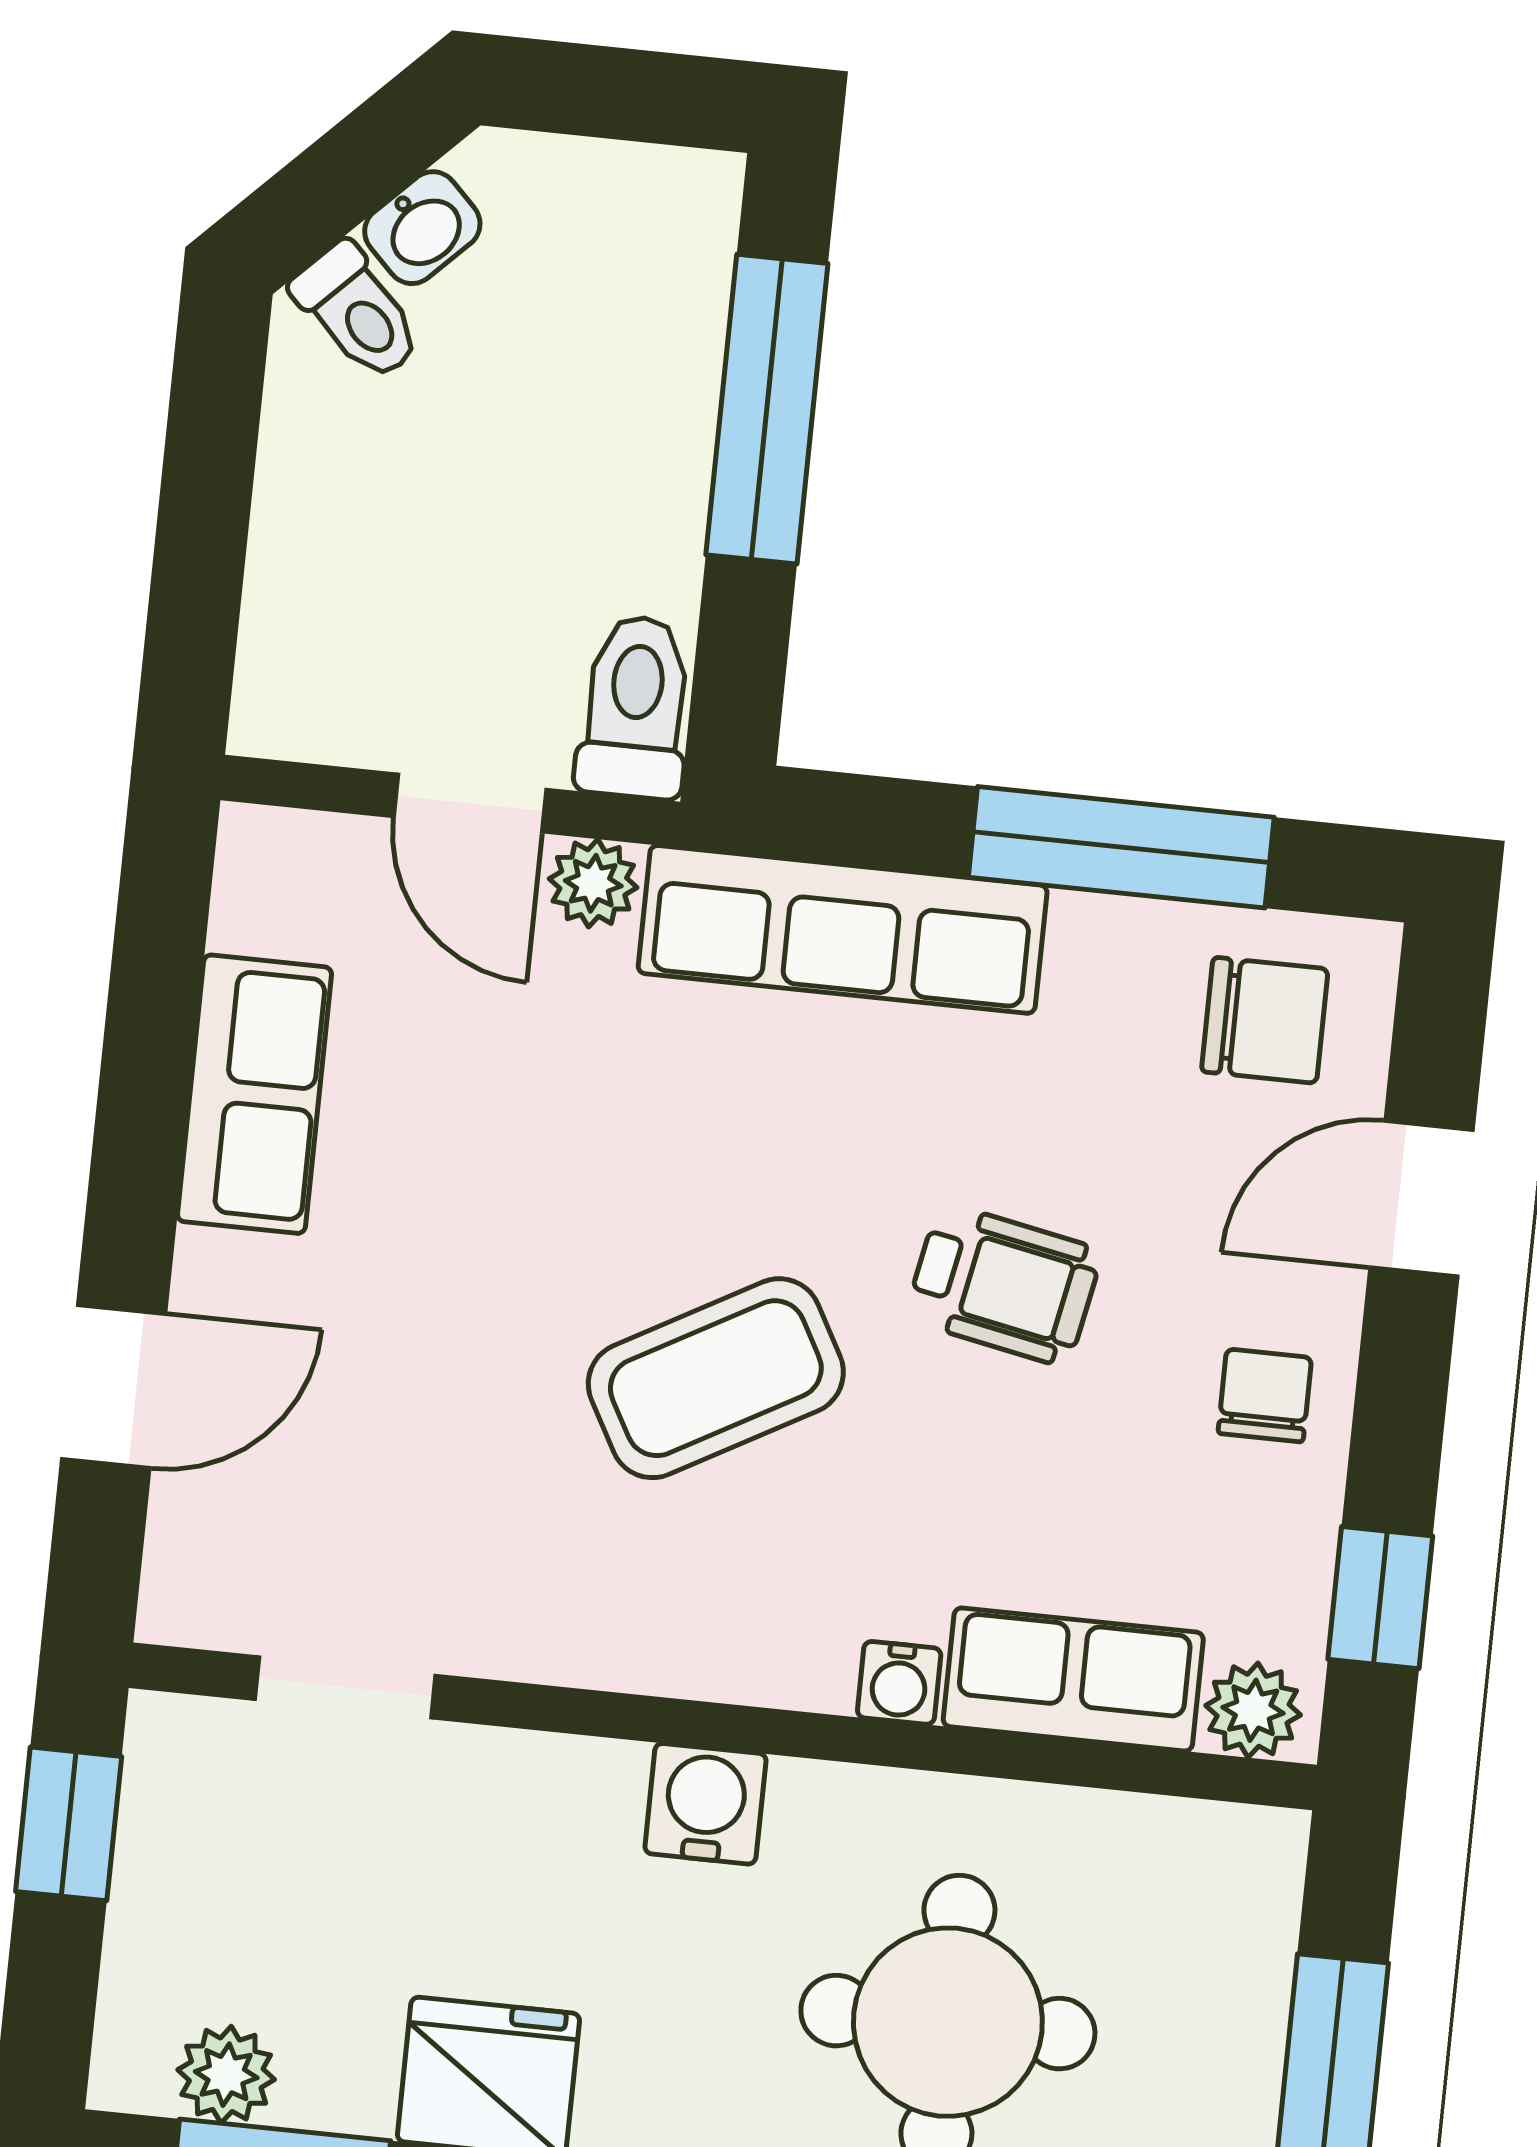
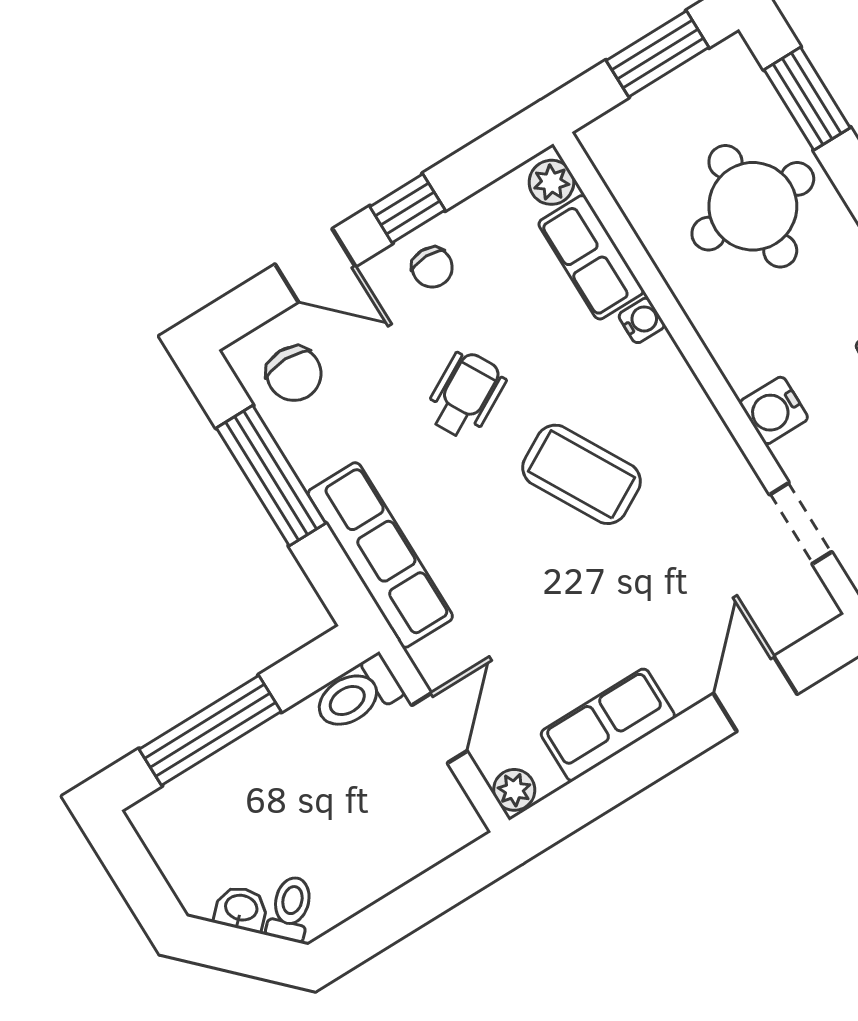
plant: (593, 883) -> (514, 790), moved
chair: (1265, 1020) -> (294, 374), turned 180
wheelchair: (1004, 1284) -> (465, 395), turned 50
door: (114, 1386) -> (755, 694), hinge flipped
chair: (1265, 1395) -> (432, 267), turned -90
window: (1380, 1598) -> (407, 208), moved
water cooler: (705, 1804) -> (774, 410), moved

